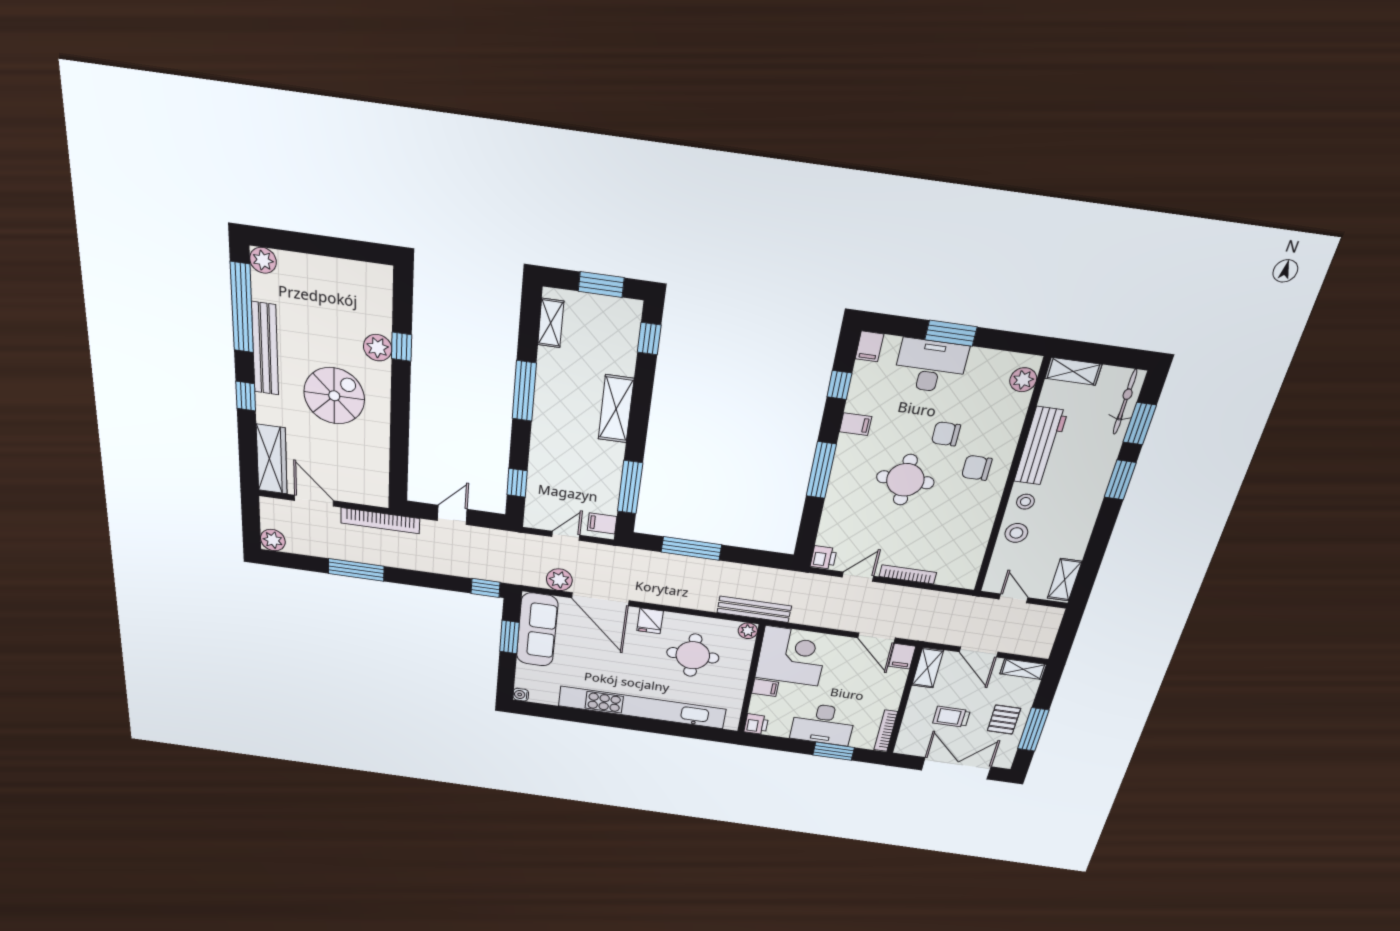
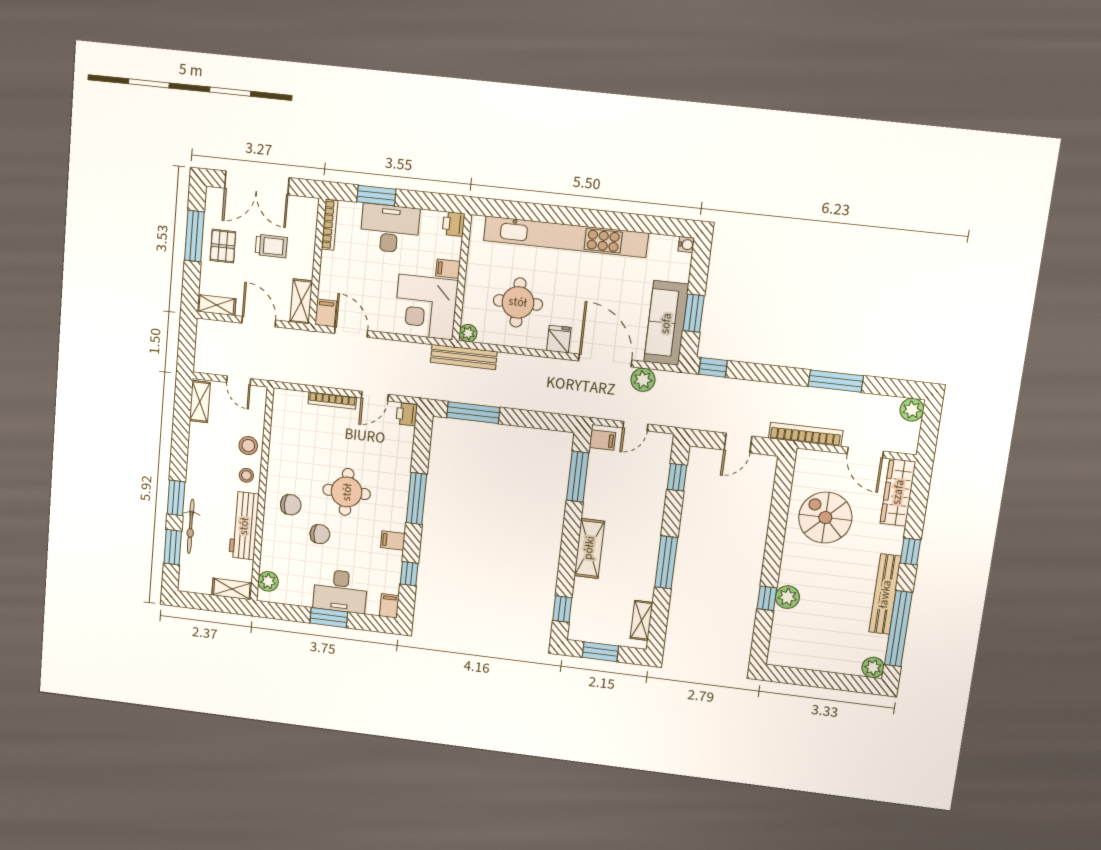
spiral stairs: (334, 396) -> (825, 518), moved, turned 90
bicycle: (1125, 402) -> (191, 526), moved
window: (691, 548) -> (473, 413), moved

